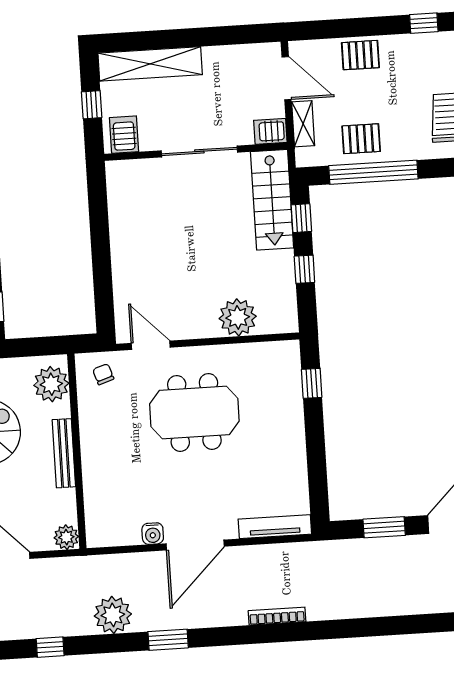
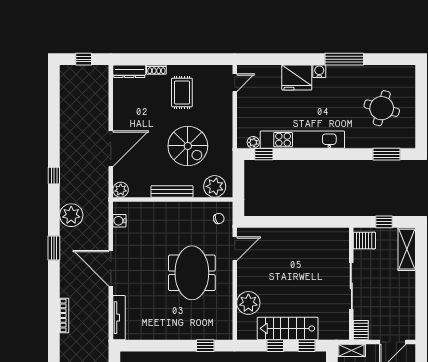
shelving: (150, 64) -> (407, 249), width x0.68
shelving: (303, 124) -> (351, 350), moved
stairs: (272, 200) -> (288, 328), moved
water cooler: (153, 534) -> (119, 221), moved

